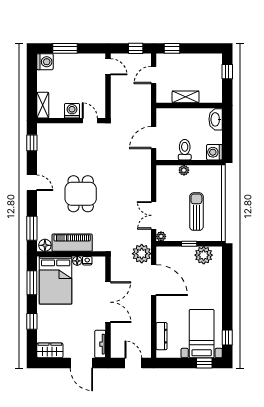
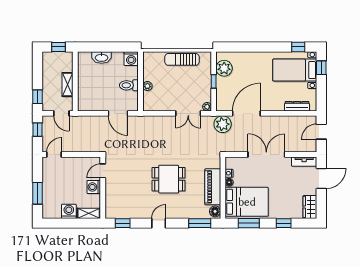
washing machine: (45, 62) -> (69, 211), moved
shelving: (186, 97) -> (68, 85), moved
wall: (189, 105) -> (75, 81), moved
sun lounger: (196, 212) -> (182, 59), moved

